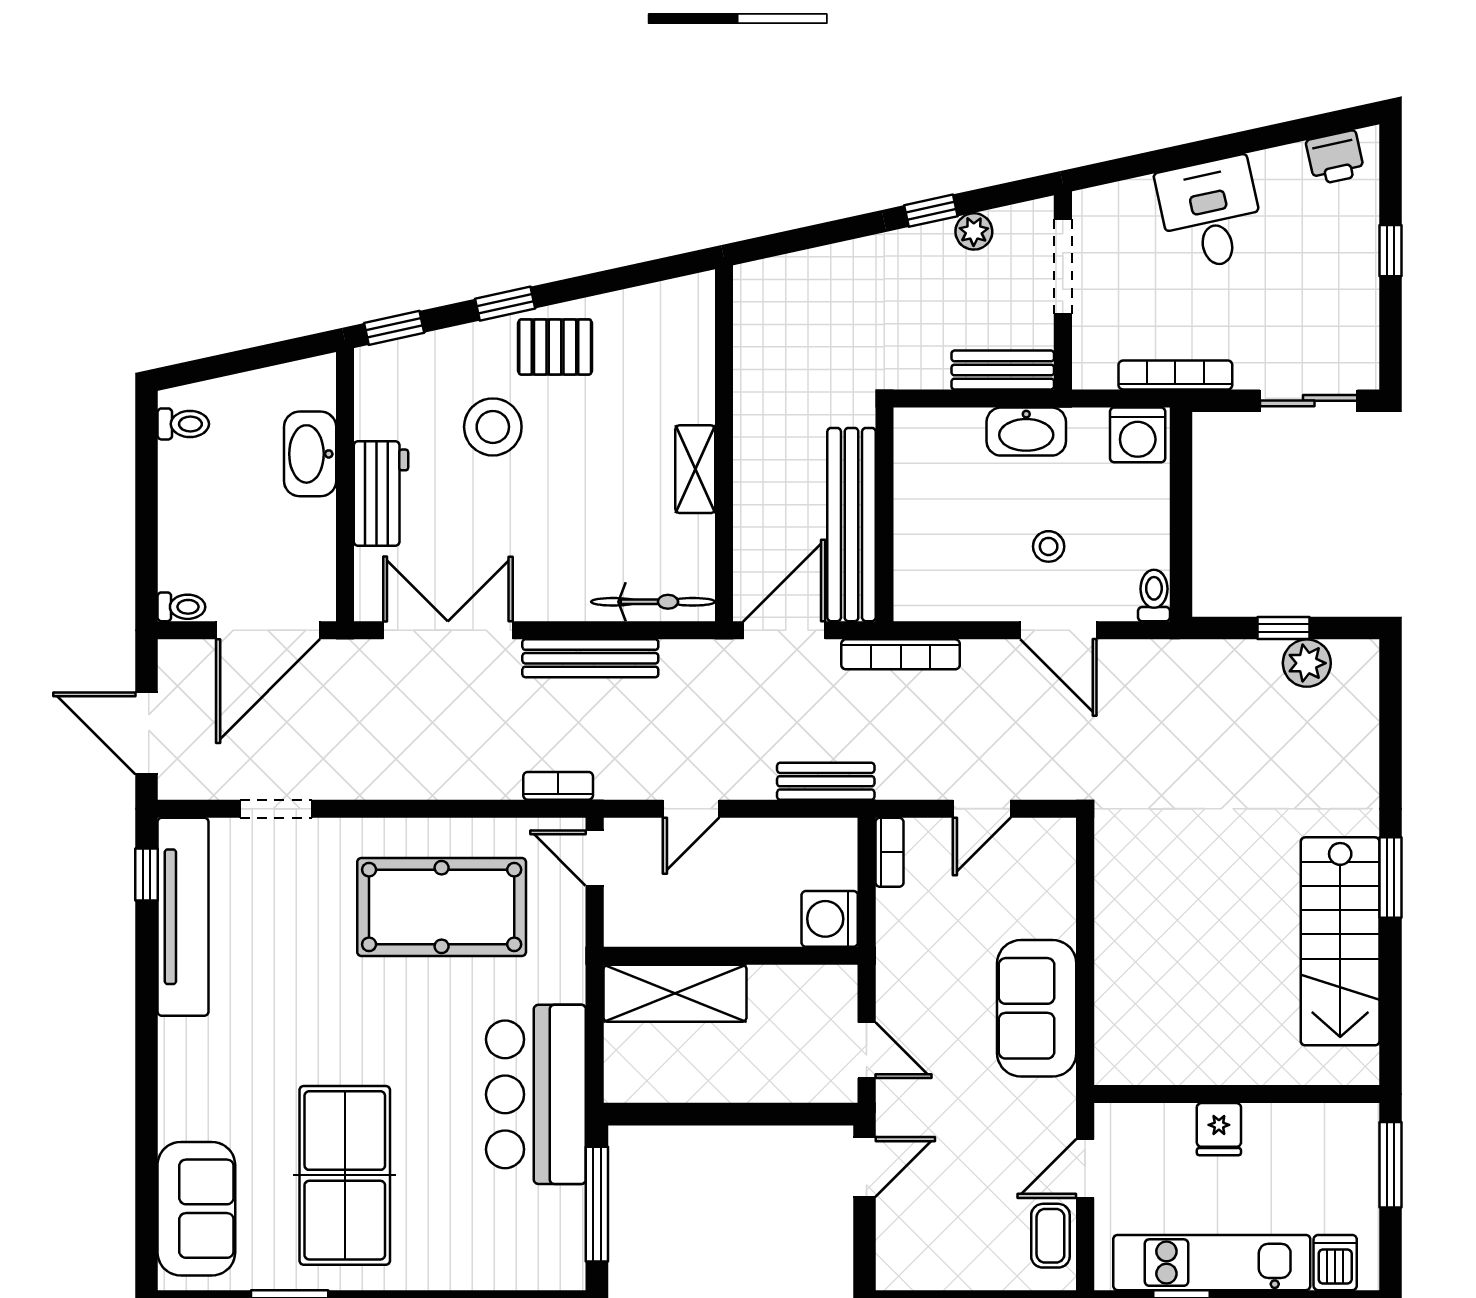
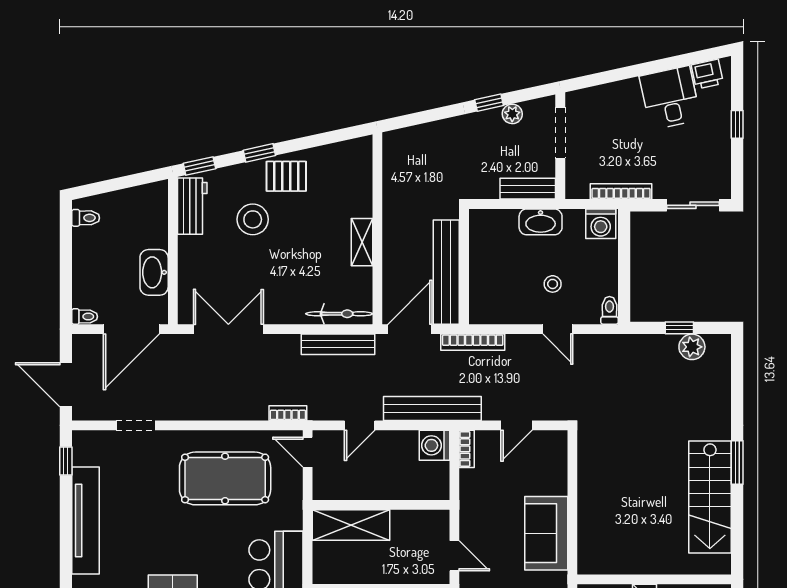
desk: (1211, 214) -> (670, 98), moved
washbasin: (310, 454) -> (154, 272), moved
workbench: (381, 493) -> (192, 206), moved
door: (1058, 630) -> (558, 329), width x0.73
bench: (590, 658) -> (338, 344), moved
bench: (826, 781) -> (432, 408), width x1.86, depth x1.21
tv unit: (183, 917) -> (86, 520), moved
washing machine: (830, 919) -> (434, 445), moved

